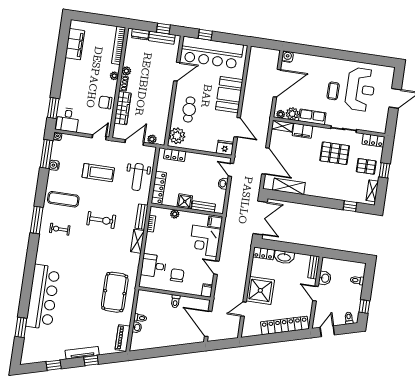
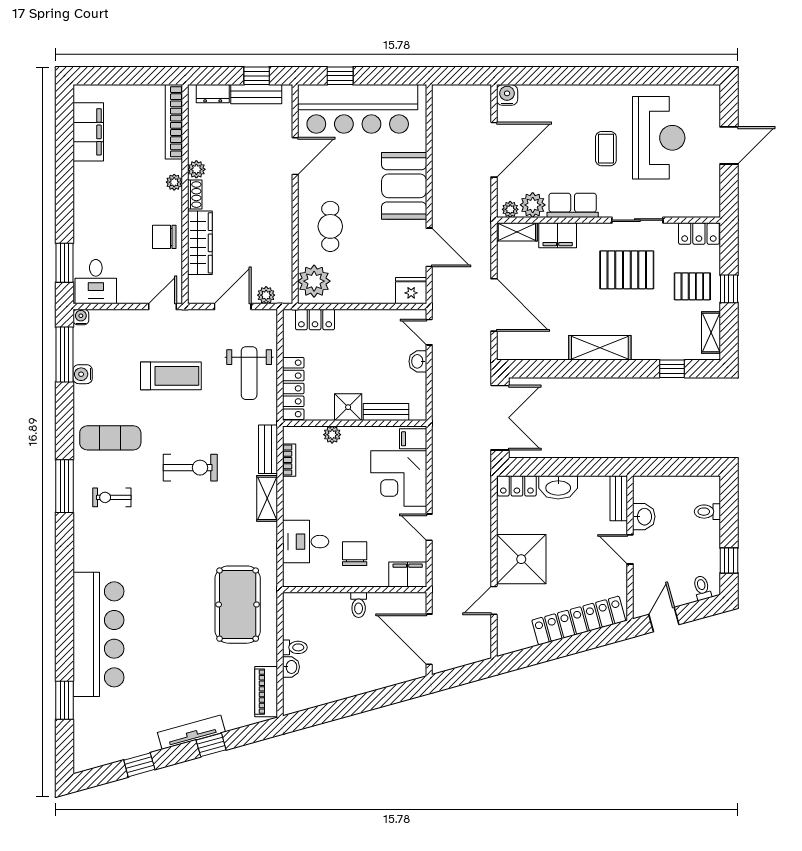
shelving: (289, 186) -> (600, 348), moved
filing cabinet: (207, 290) -> (408, 574), width x2.00

